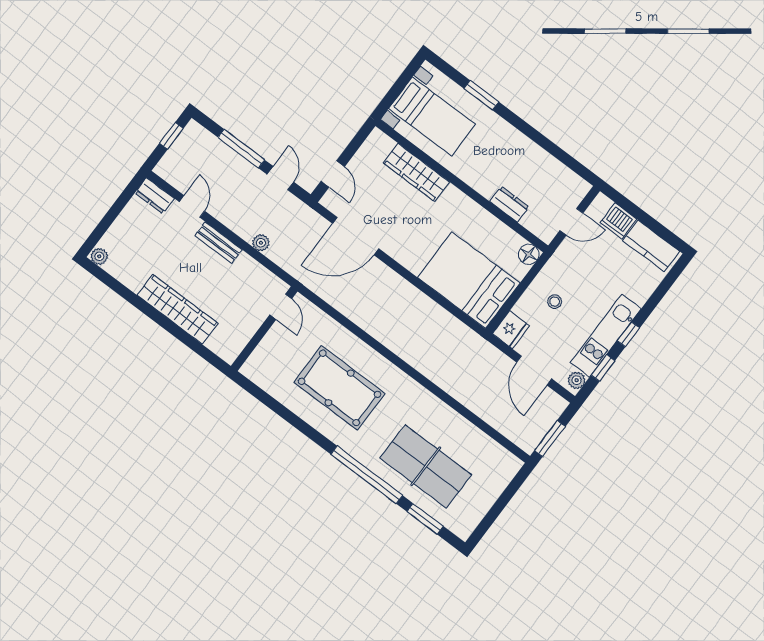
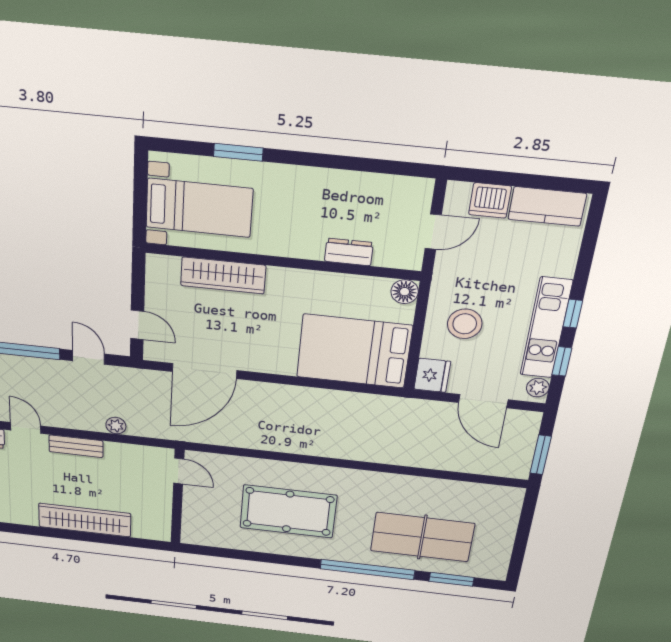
stool: (555, 302) -> (465, 324), width x1.89, depth x1.89

